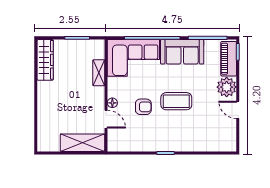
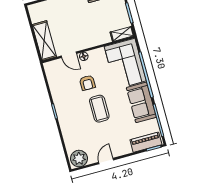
shelving: (99, 73) -> (122, 34), moved
plant: (227, 87) -> (79, 159), moved
door: (106, 119) -> (69, 55), hinge flipped

